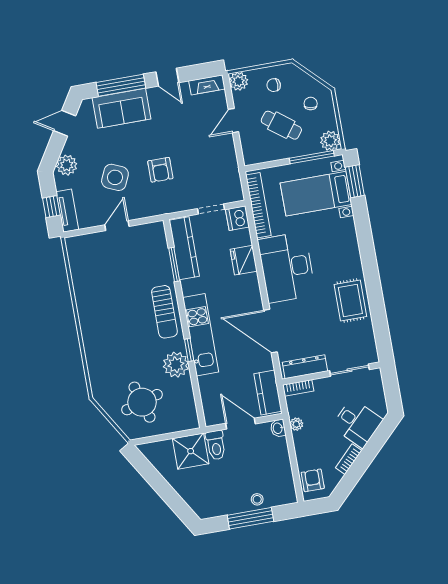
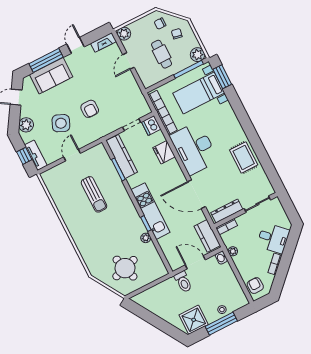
door: (167, 77) -> (75, 45), swing flipped
chair: (274, 85) -> (160, 24), moved
cafe table: (281, 125) -> (162, 54), turned 53
sun lounger: (164, 312) -> (94, 194), moved
plant: (176, 365) -> (146, 238), width x0.53, depth x0.53
shower: (191, 451) -> (194, 320), moved

